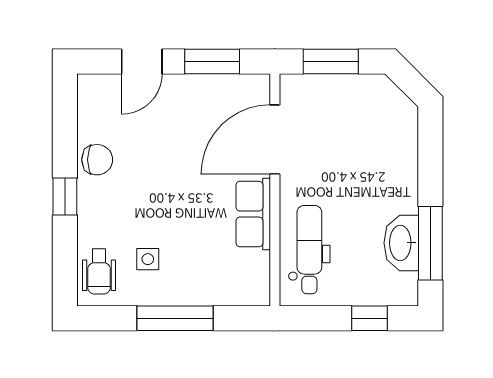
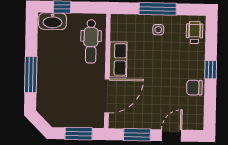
washbasin: (401, 243) -> (53, 21), moved, turned 90
window: (430, 243) -> (31, 75), moved
side table: (148, 259) -> (158, 30), moved

